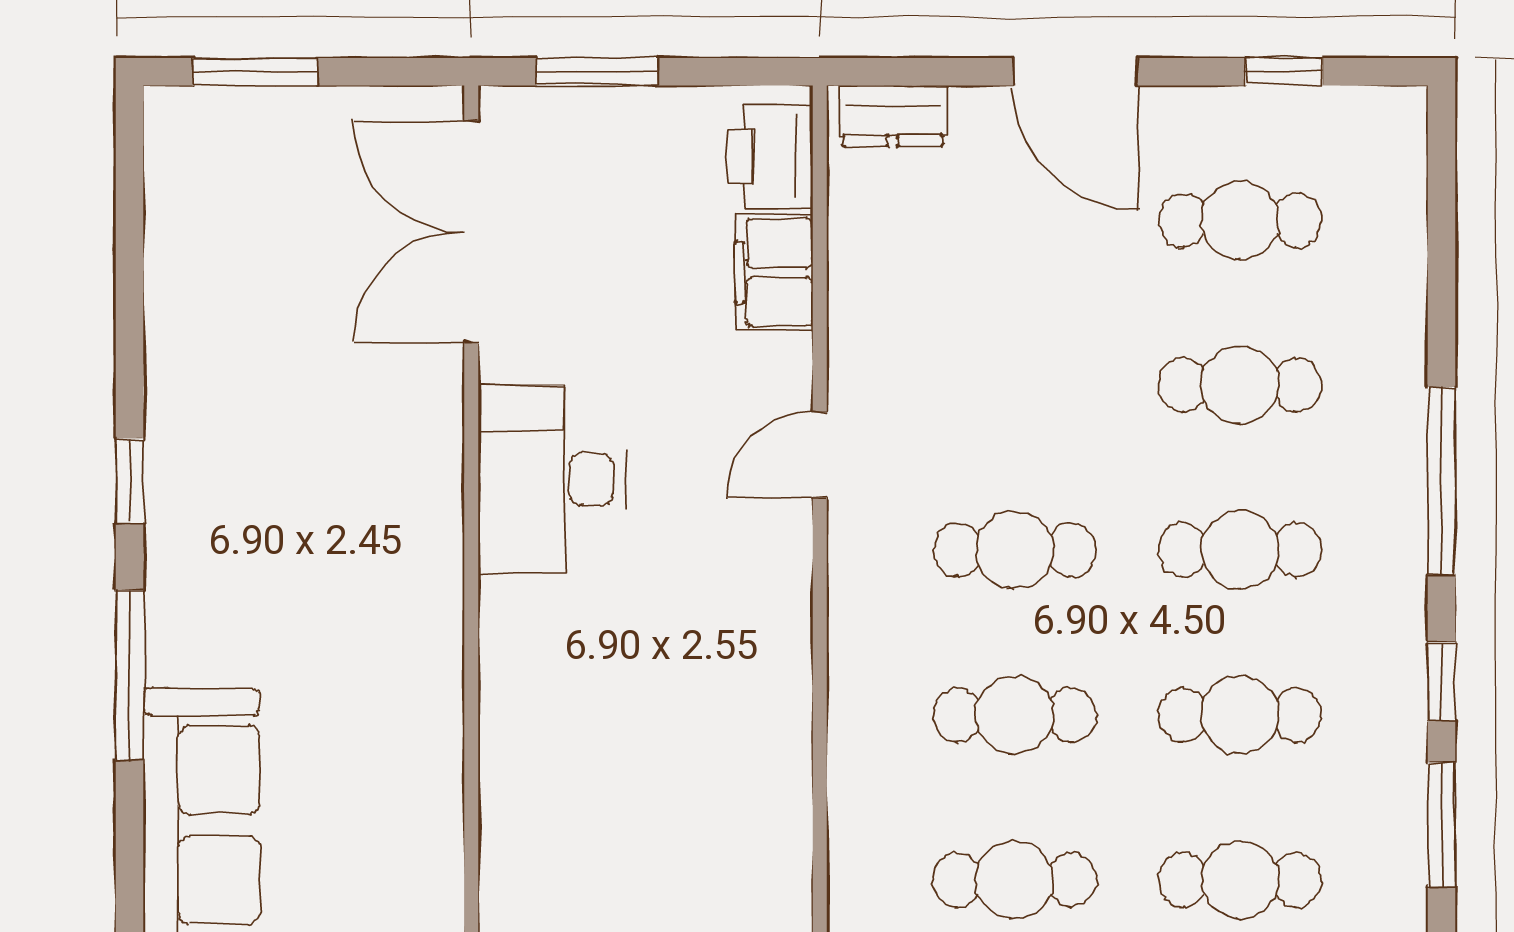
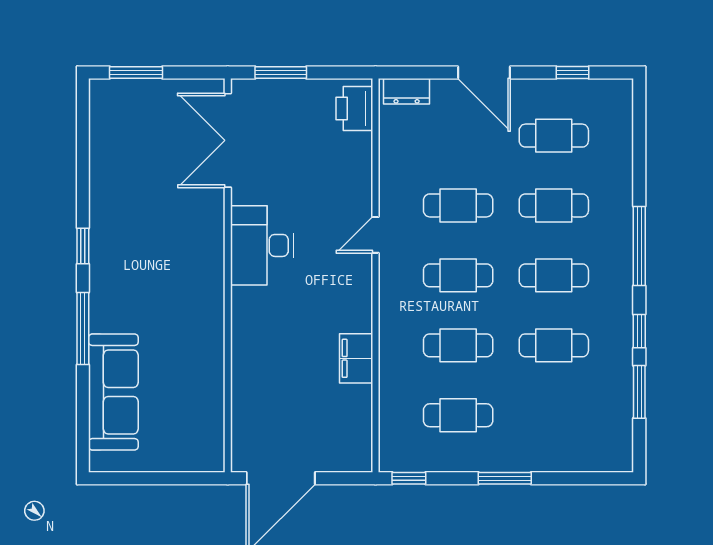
filing cabinet: (774, 272) -> (356, 358), moved
cafe table: (1240, 880) -> (458, 205), moved

